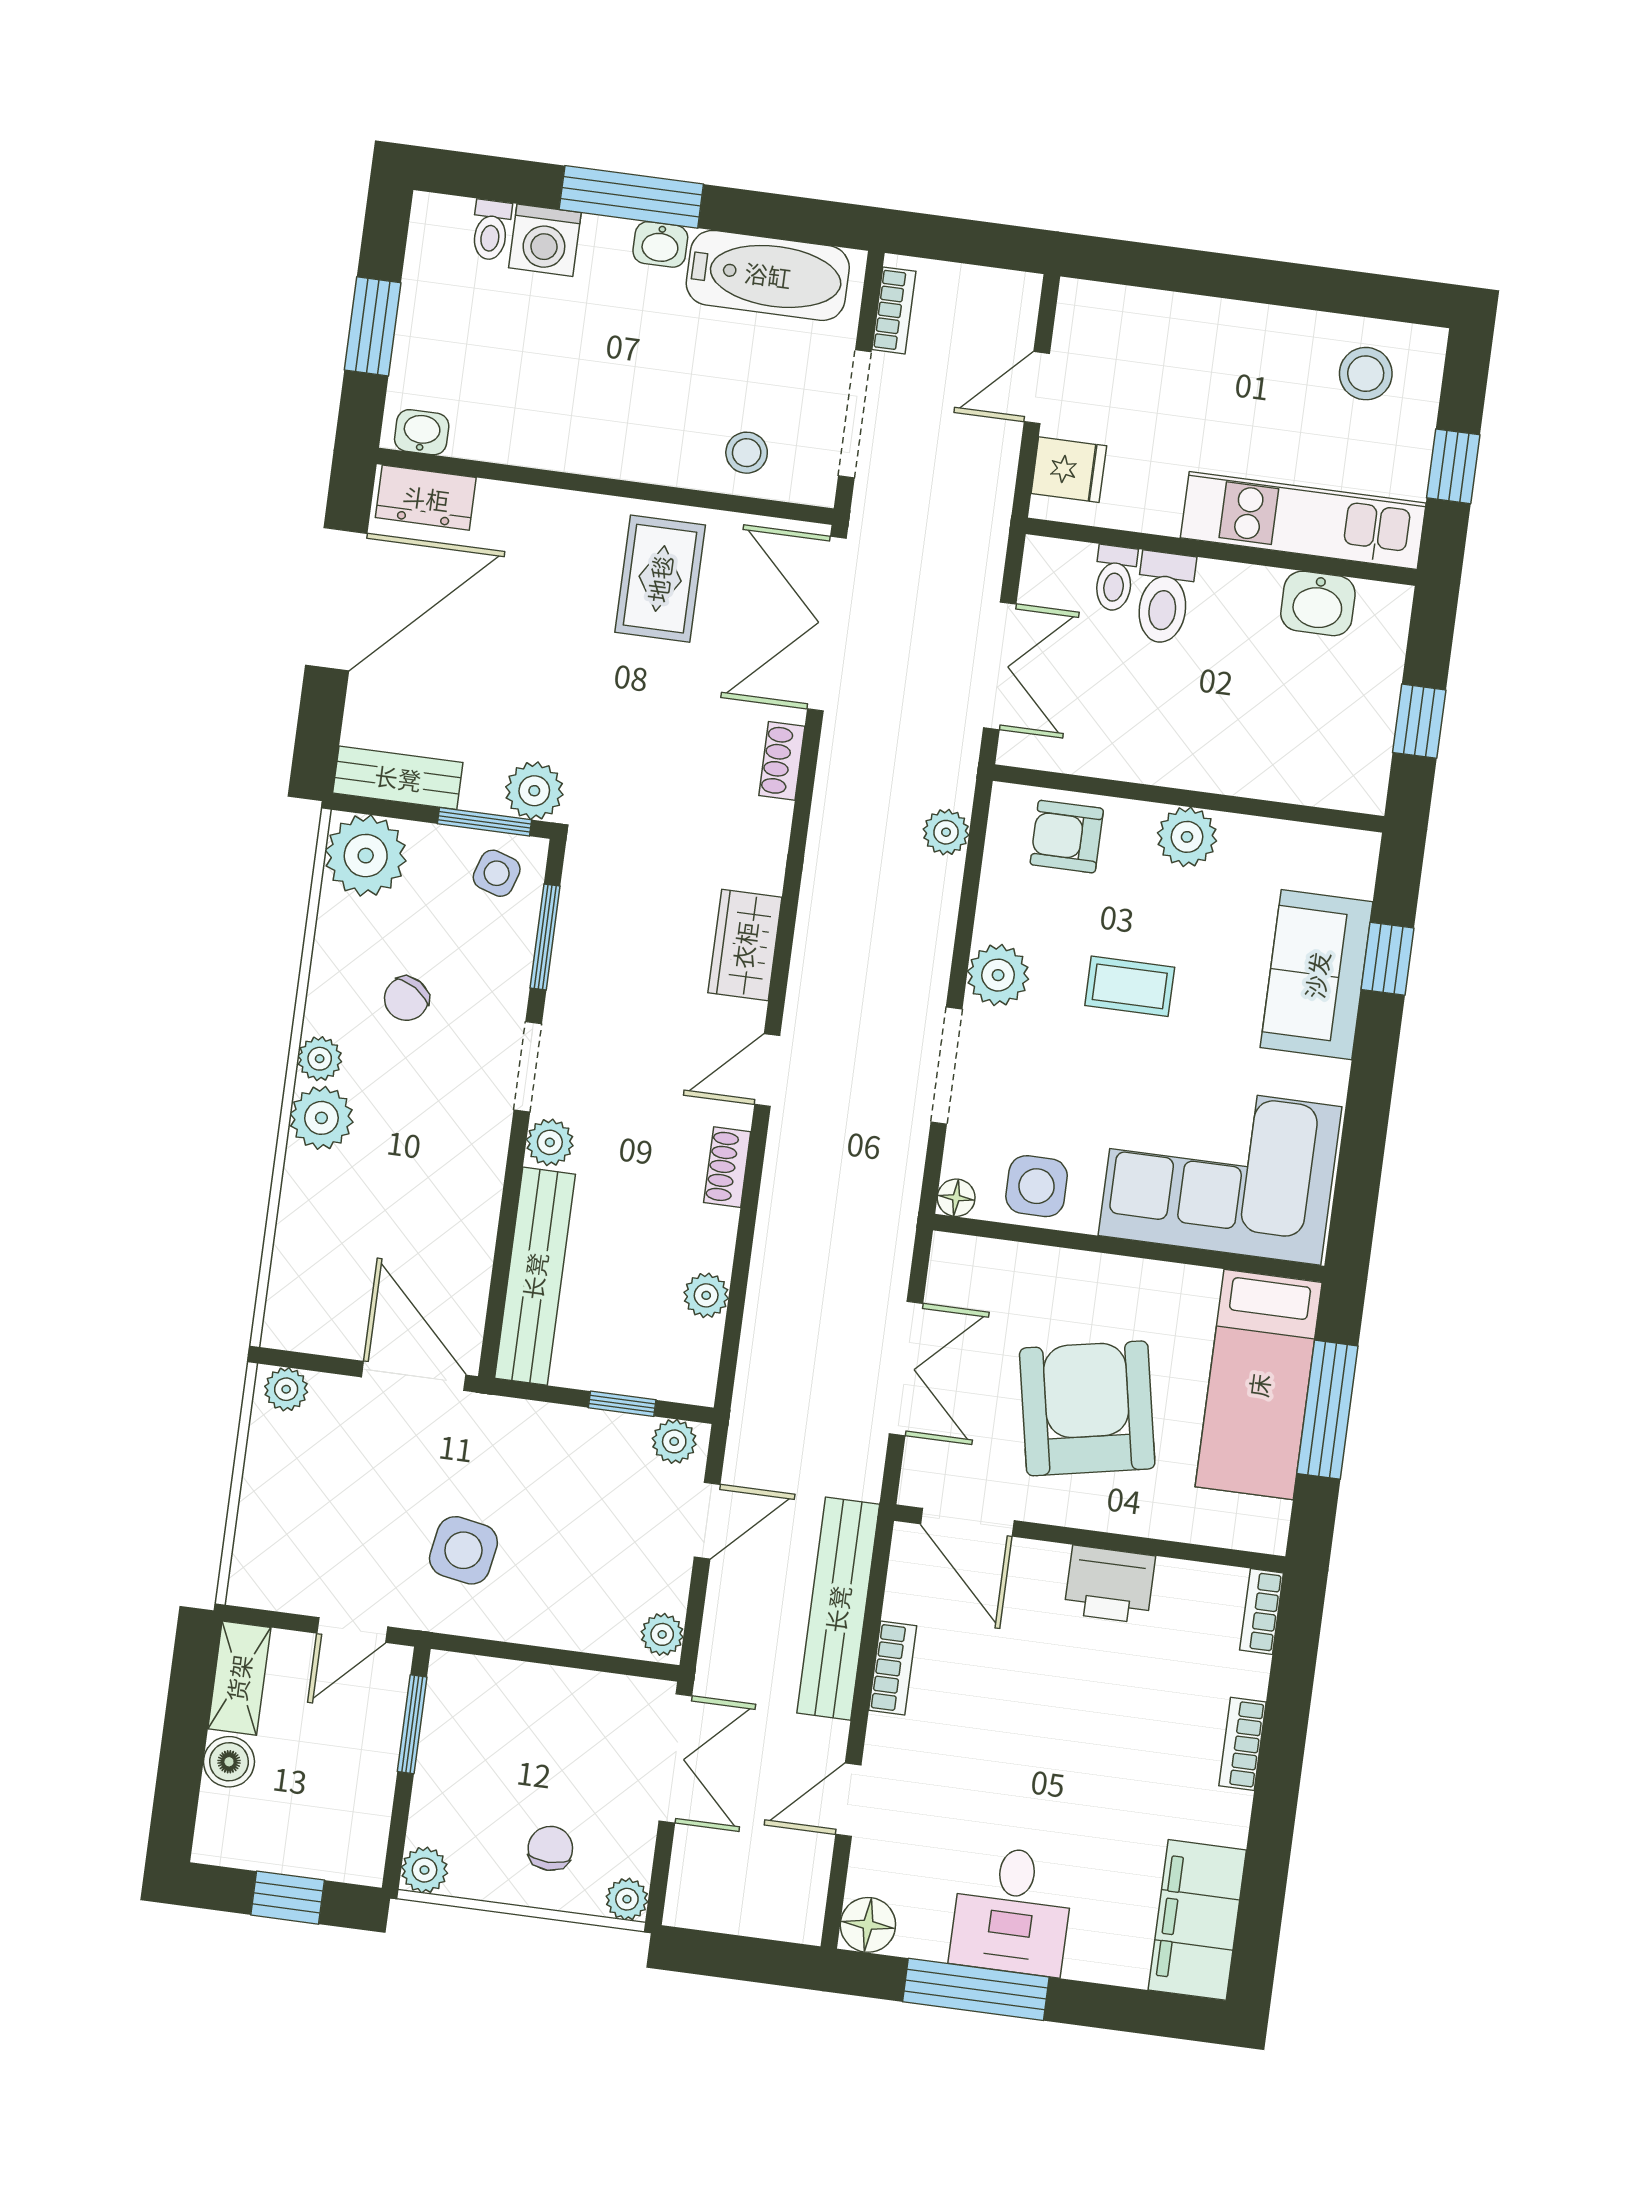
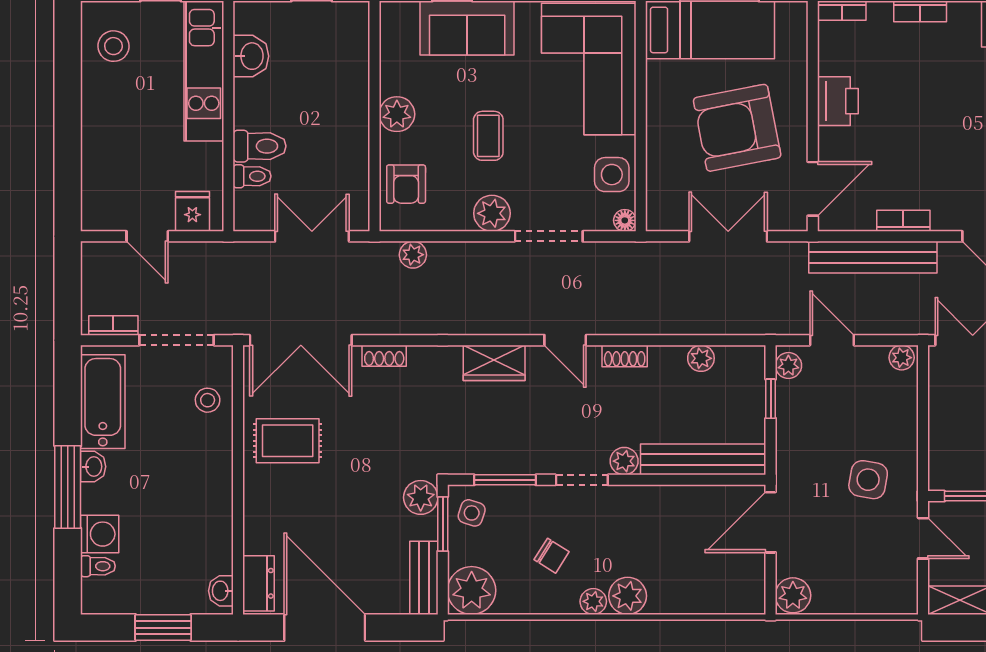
plant: (286, 1389) -> (793, 595), width x1.38, depth x1.38

